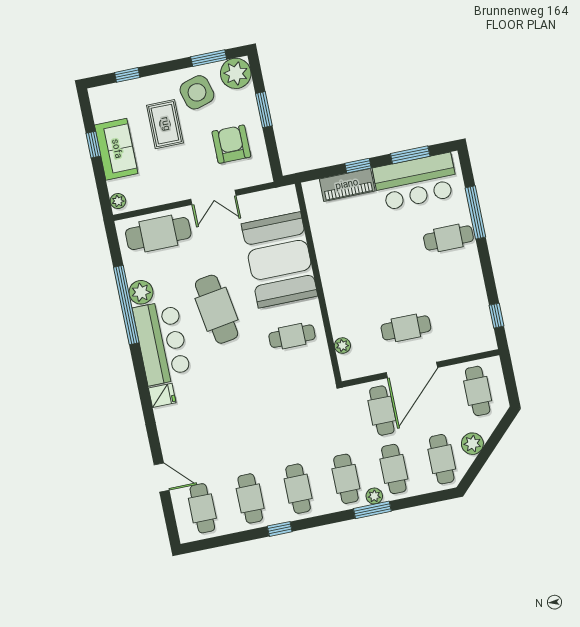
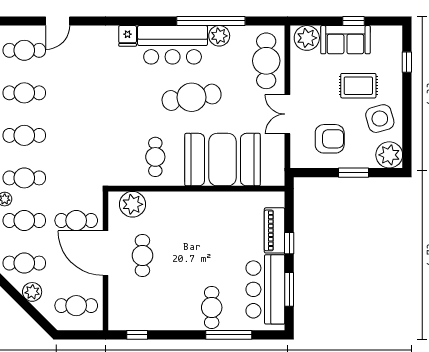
window: (209, 58) -> (407, 135), removed
plant: (118, 201) -> (307, 38), width x1.88, depth x1.88
plant: (342, 346) -> (132, 204), width x1.88, depth x1.88

